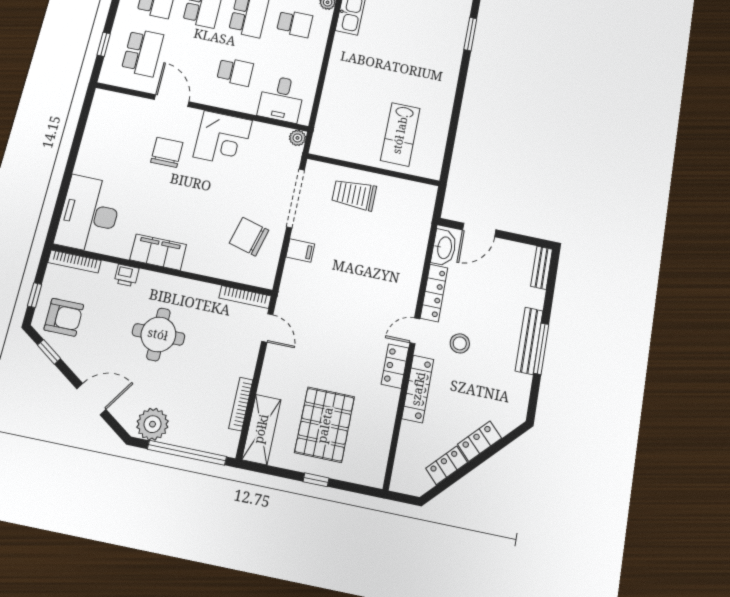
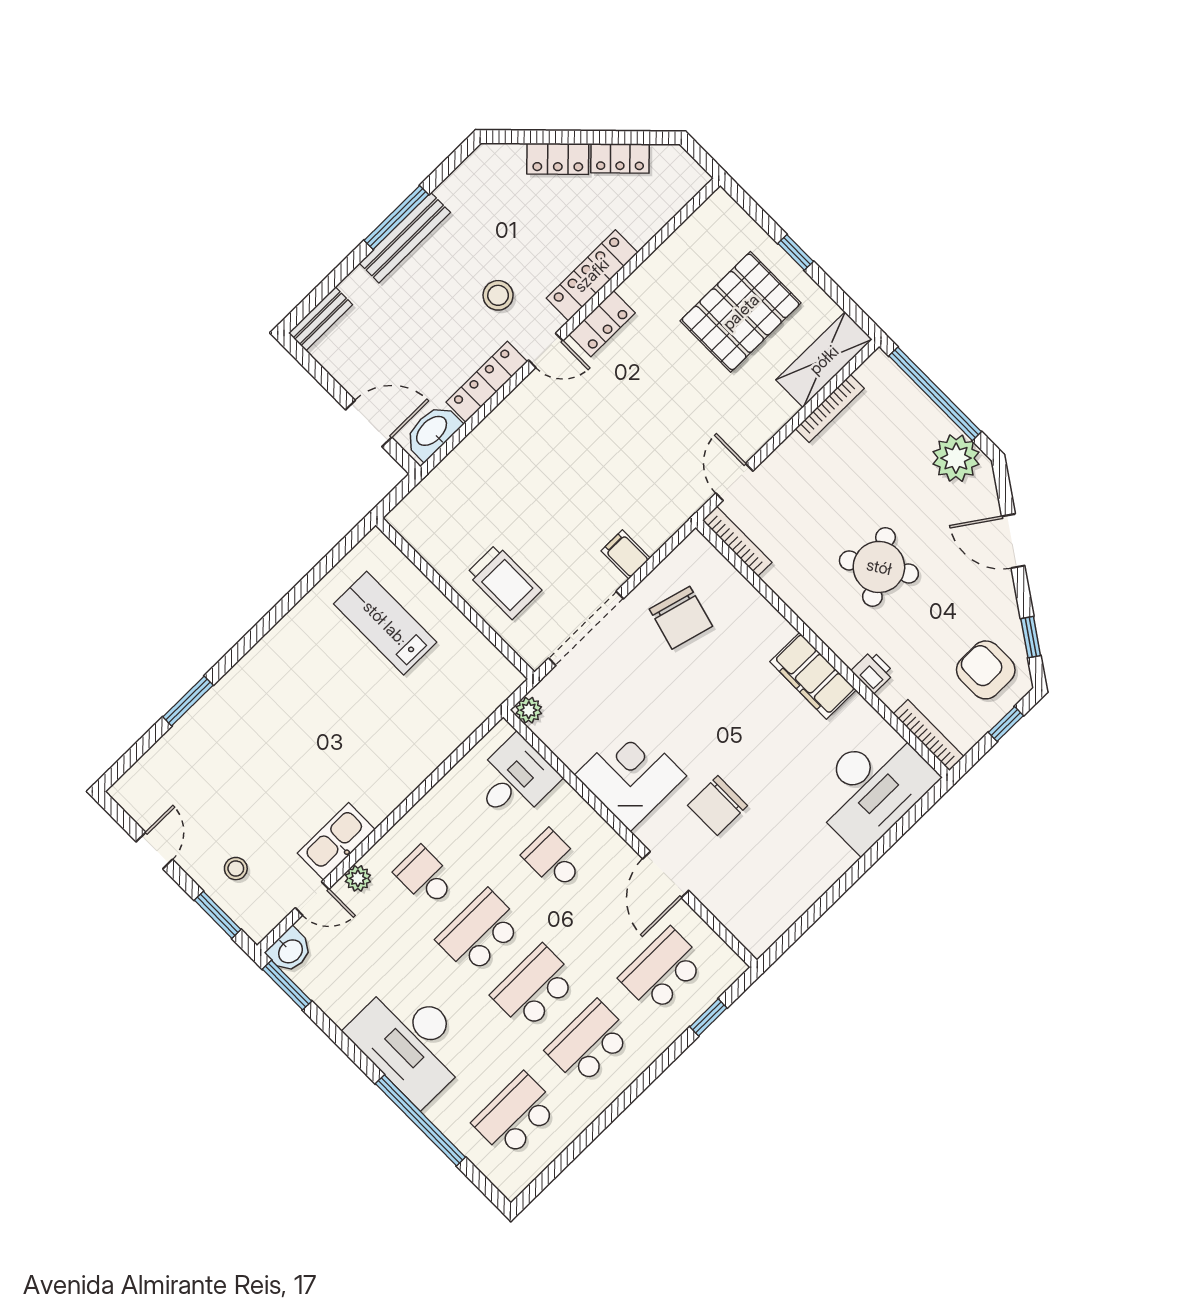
lab bench: (400, 134) -> (385, 623), turned -90
round table: (158, 334) -> (879, 567), turned -33

